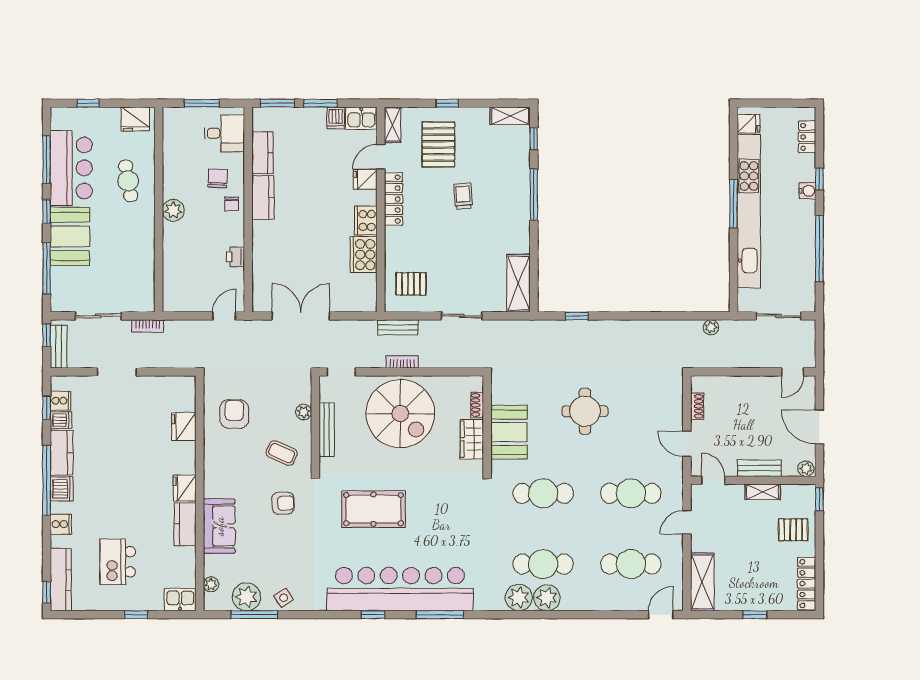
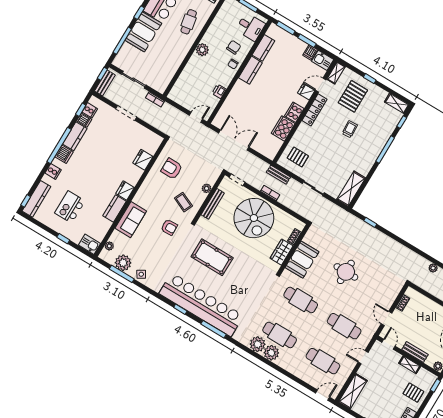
armchair: (234, 414) -> (172, 169), turned -90

